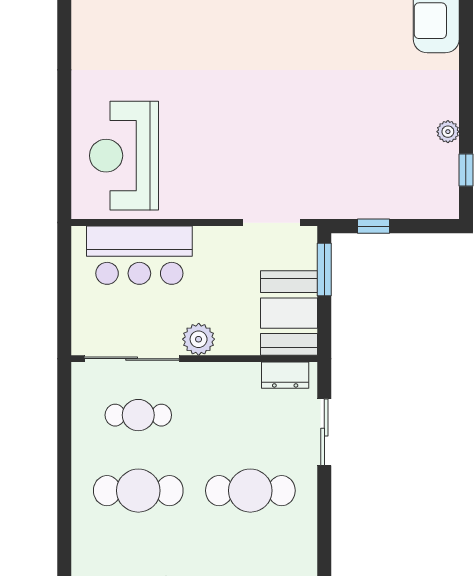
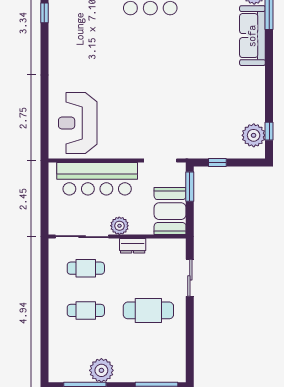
plant: (448, 132) -> (254, 135), moved, width x1.88, depth x1.88
bar counter: (139, 255) -> (97, 179), width x1.36
dresser: (285, 375) -> (133, 246), moved
cafe table: (138, 491) -> (86, 310), width x0.73, depth x0.74

